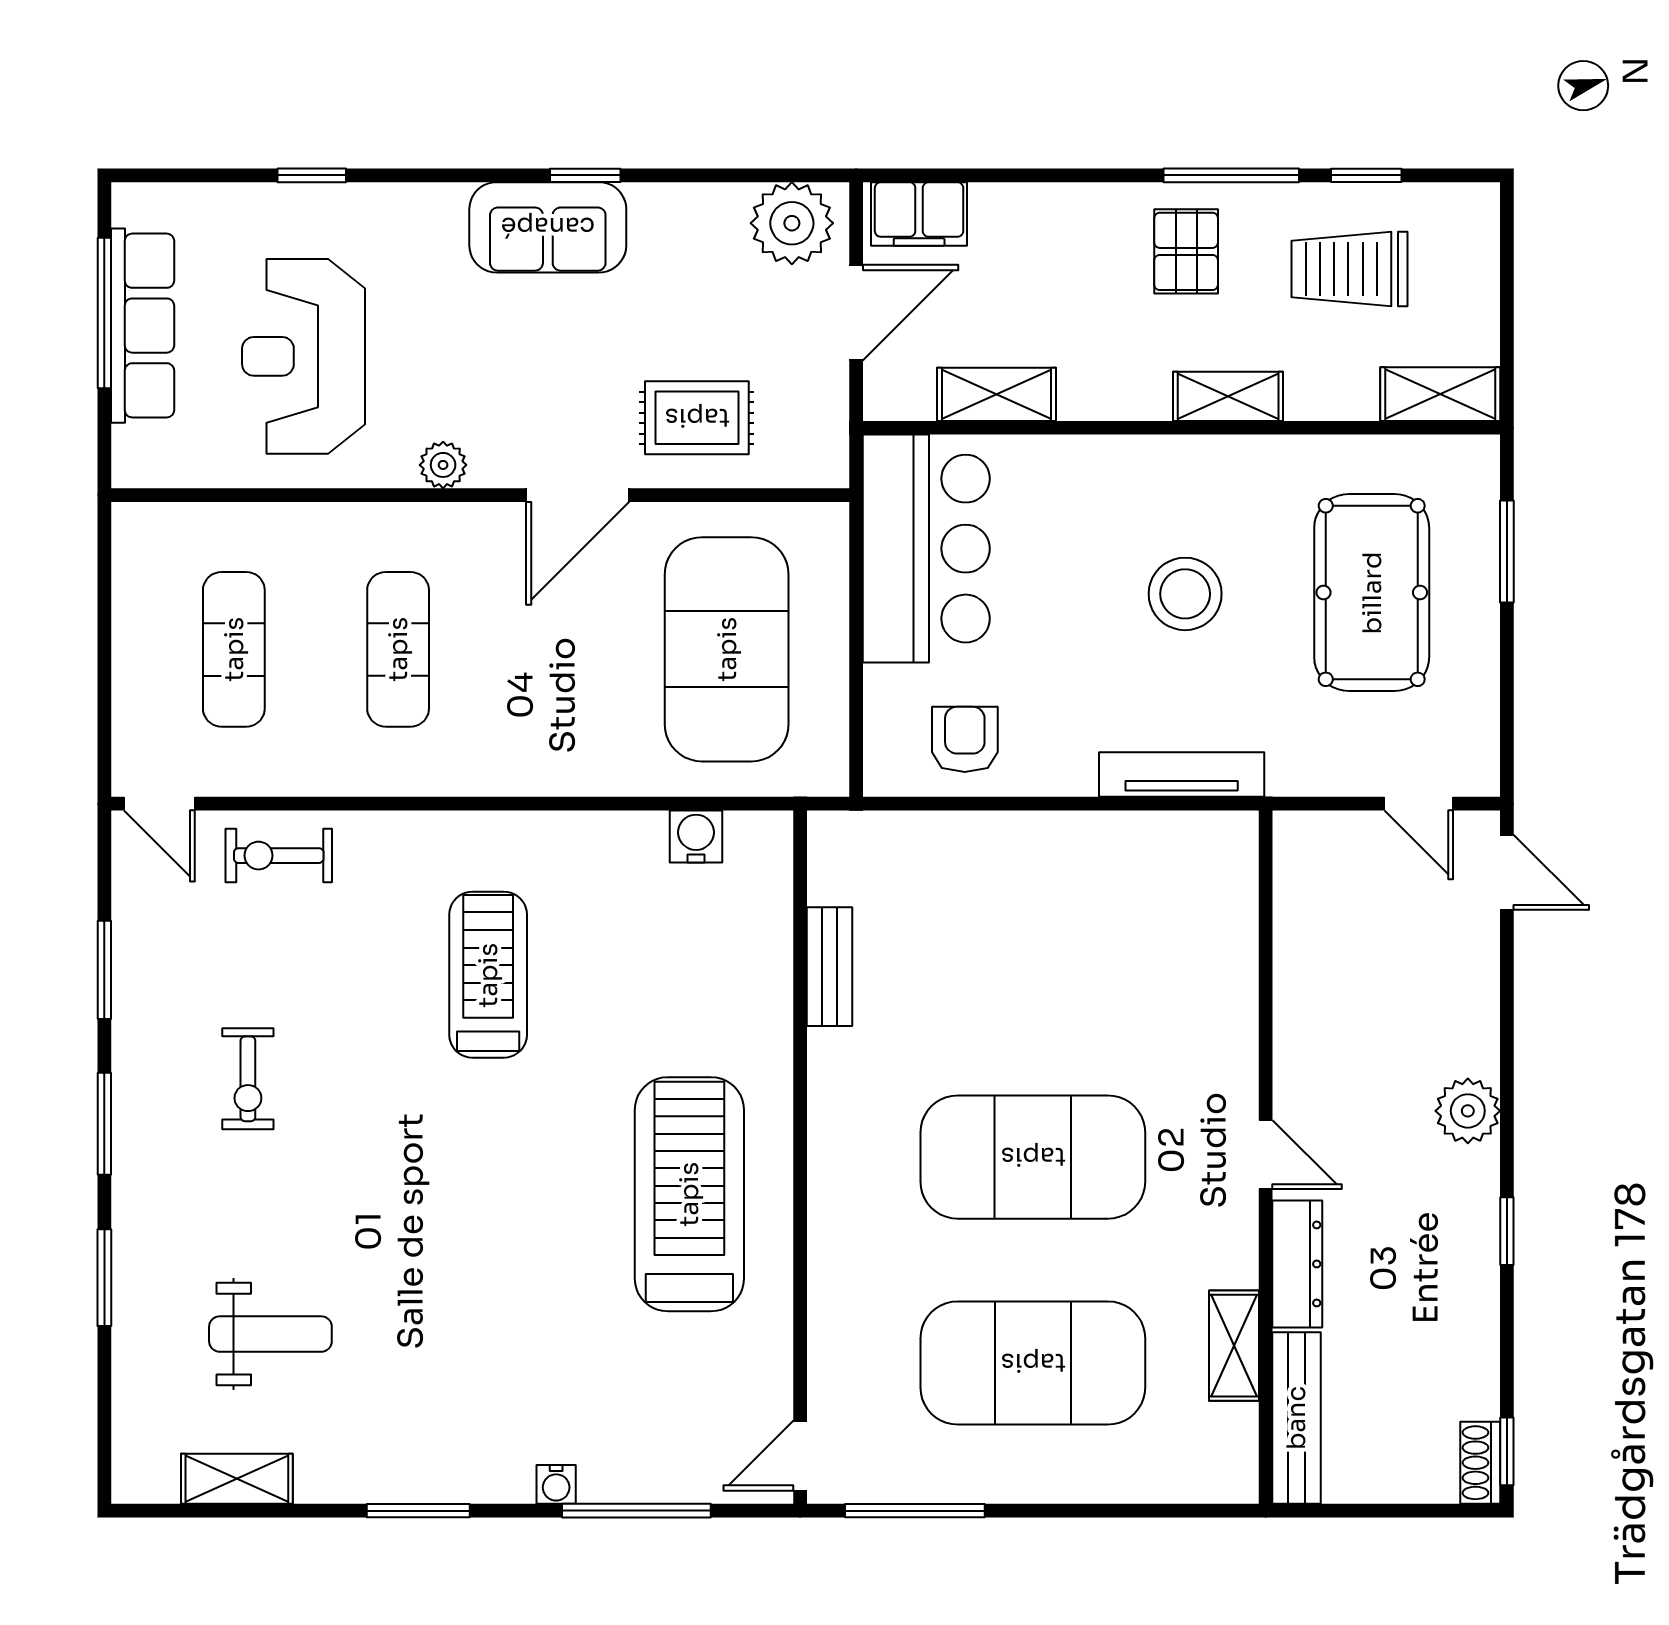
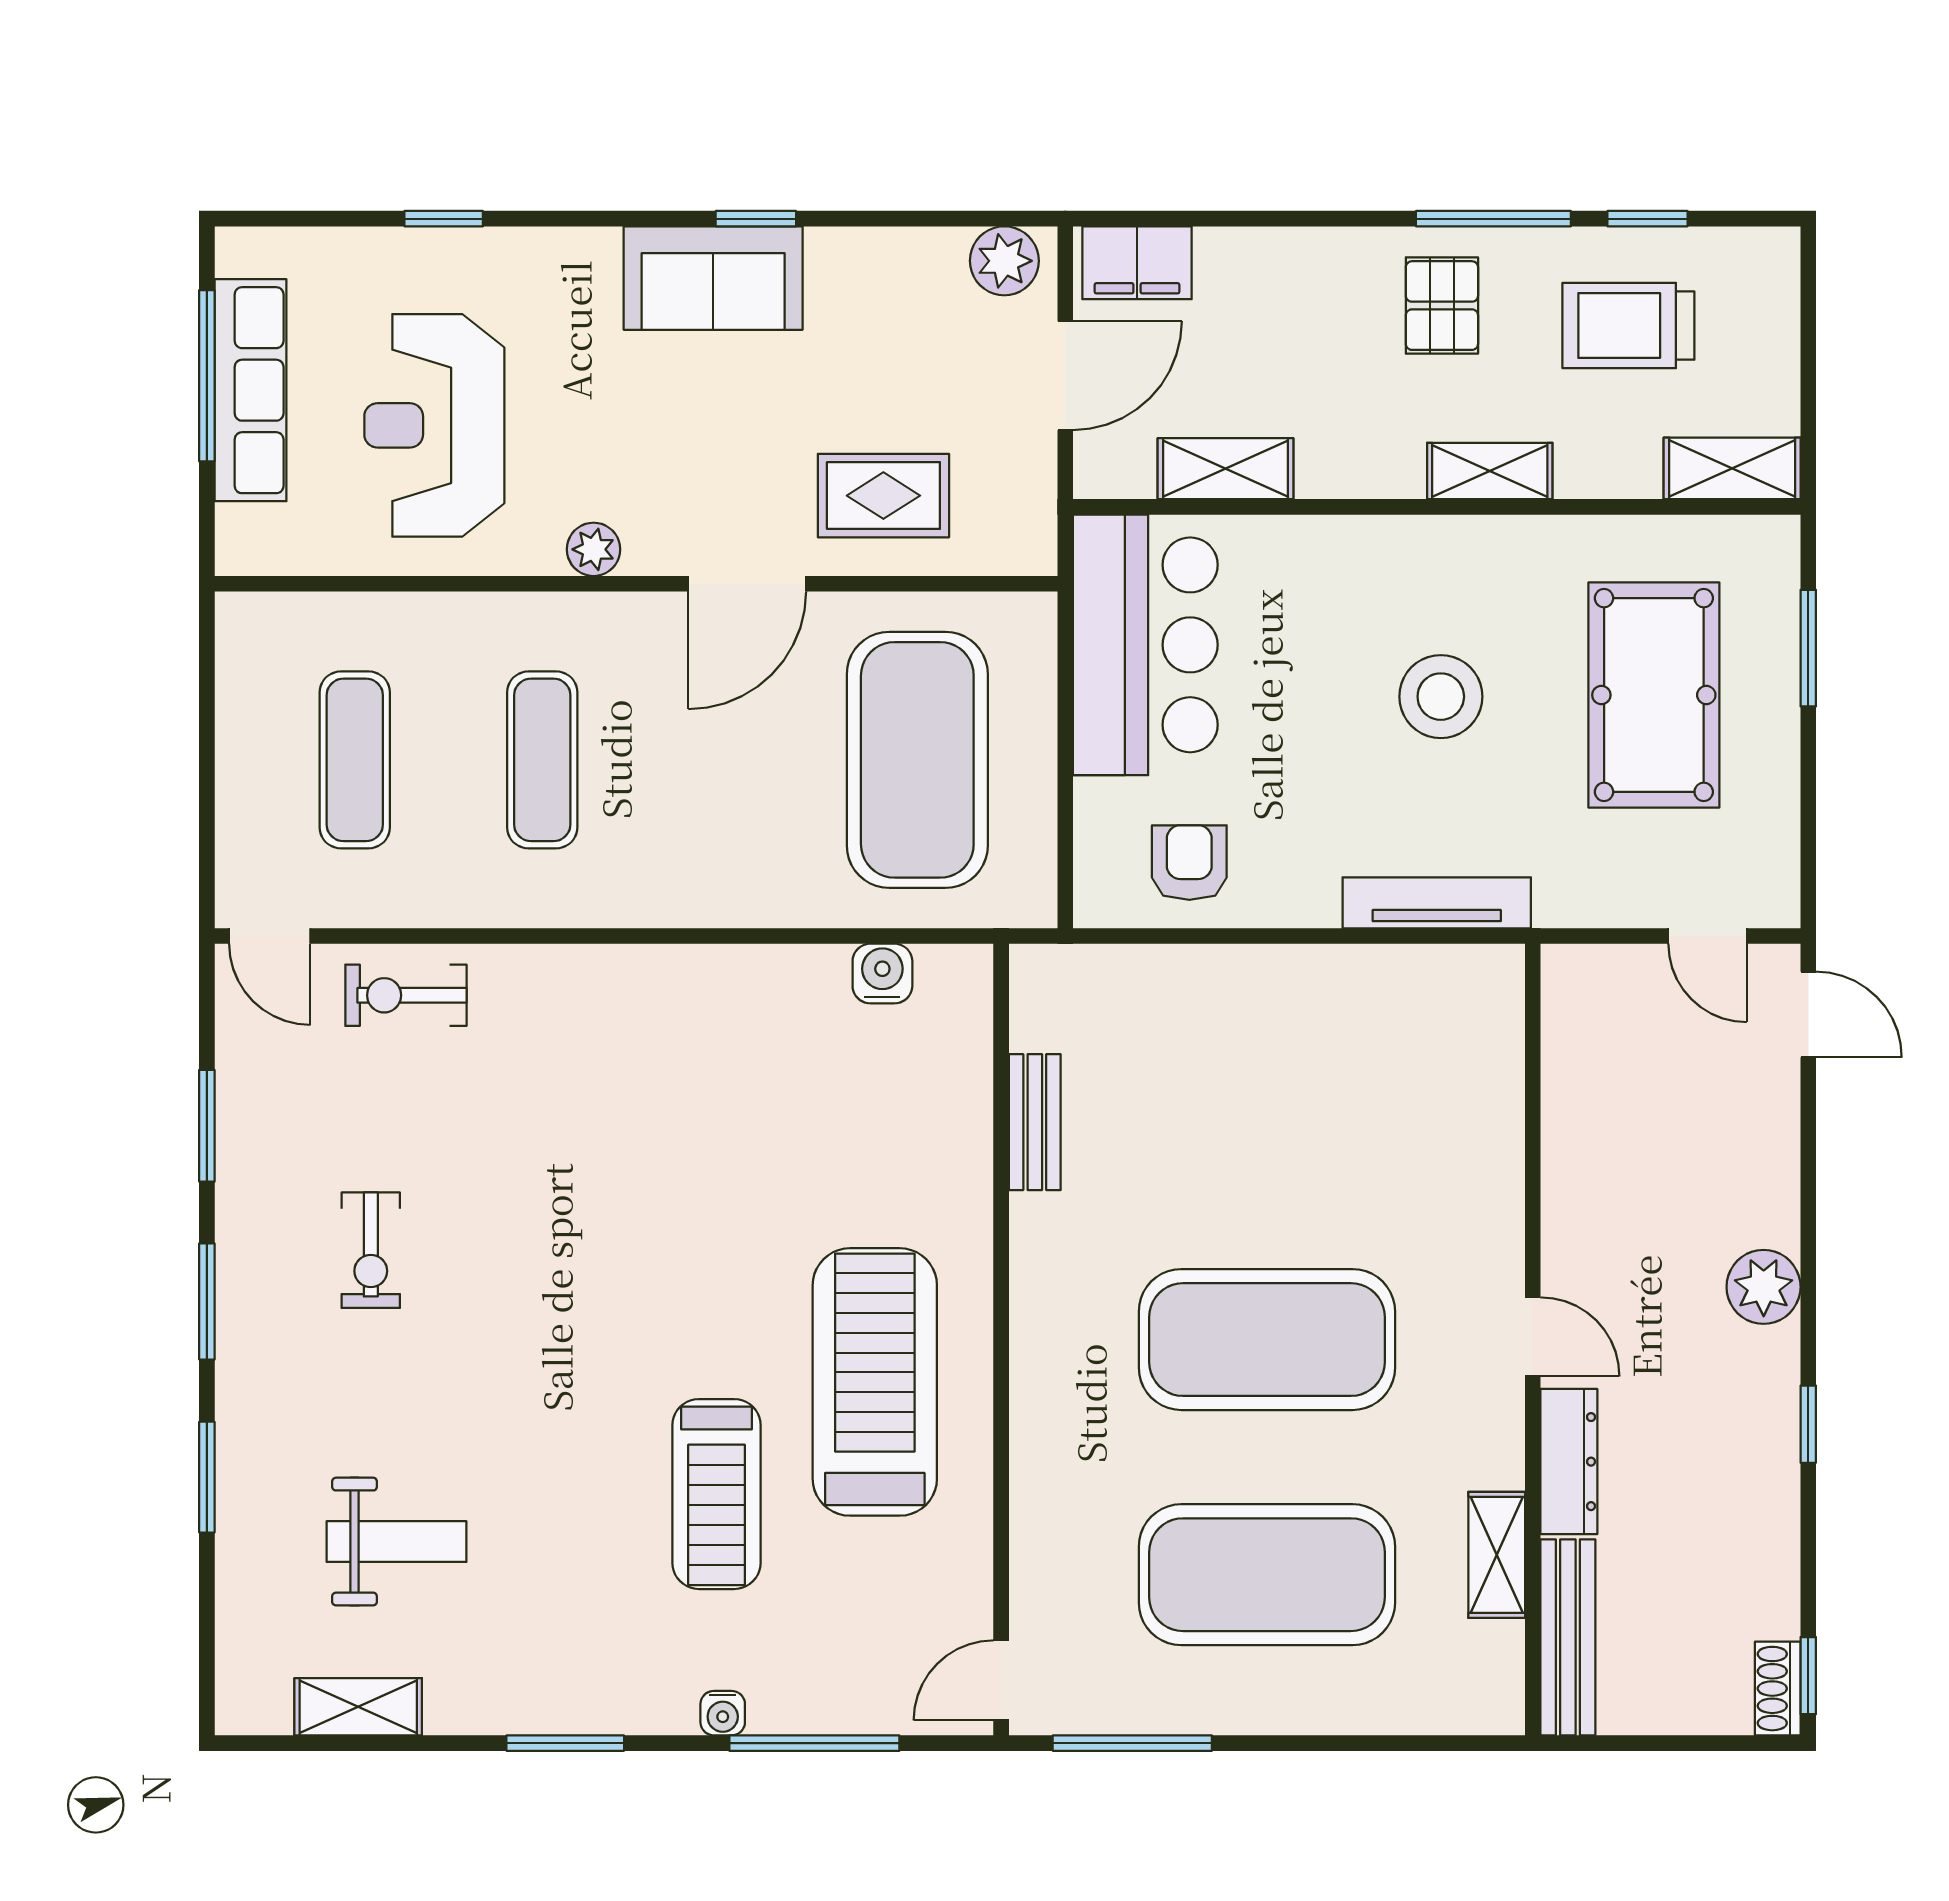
plant: (792, 223) -> (1004, 261), width x0.73, depth x0.73
treadmill: (488, 975) -> (717, 1494), moved, turned 180

